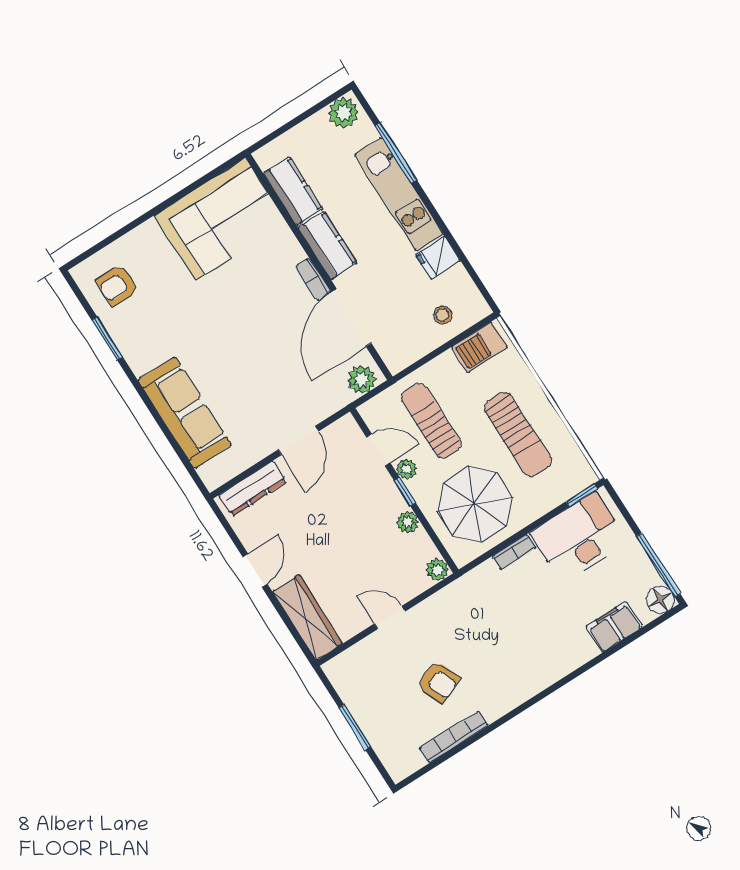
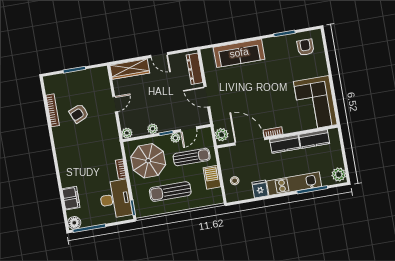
barbecue: (479, 347) -> (212, 177), moved

